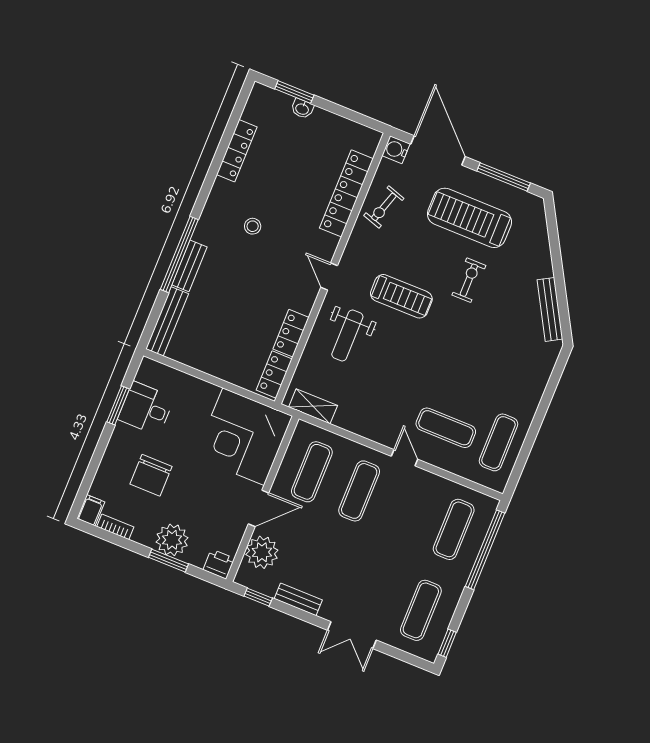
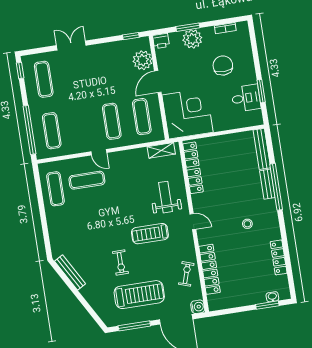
washbasin: (302, 109) -> (272, 297), moved
filing cabinet: (91, 510) -> (243, 29), removed
bench: (298, 599) -> (110, 47), removed

